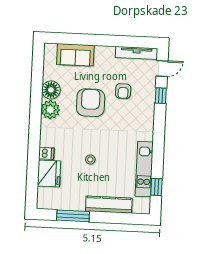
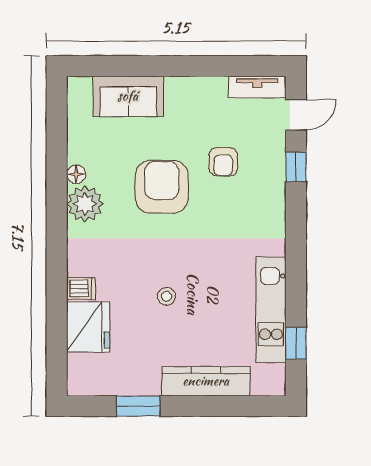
tv unit: (137, 53) -> (257, 87), width x0.71
floor lamp: (51, 90) -> (76, 174), width x0.53, depth x0.53
window: (73, 216) -> (138, 406), width x0.69

